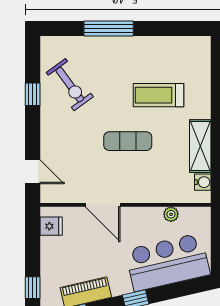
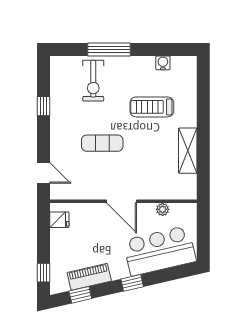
exercise bike: (70, 85) -> (93, 81), moved, turned 36
exercise mat: (128, 141) -> (102, 143), moved
water cooler: (203, 182) -> (163, 63), moved, turned -90
door: (103, 205) -> (122, 201), moved

